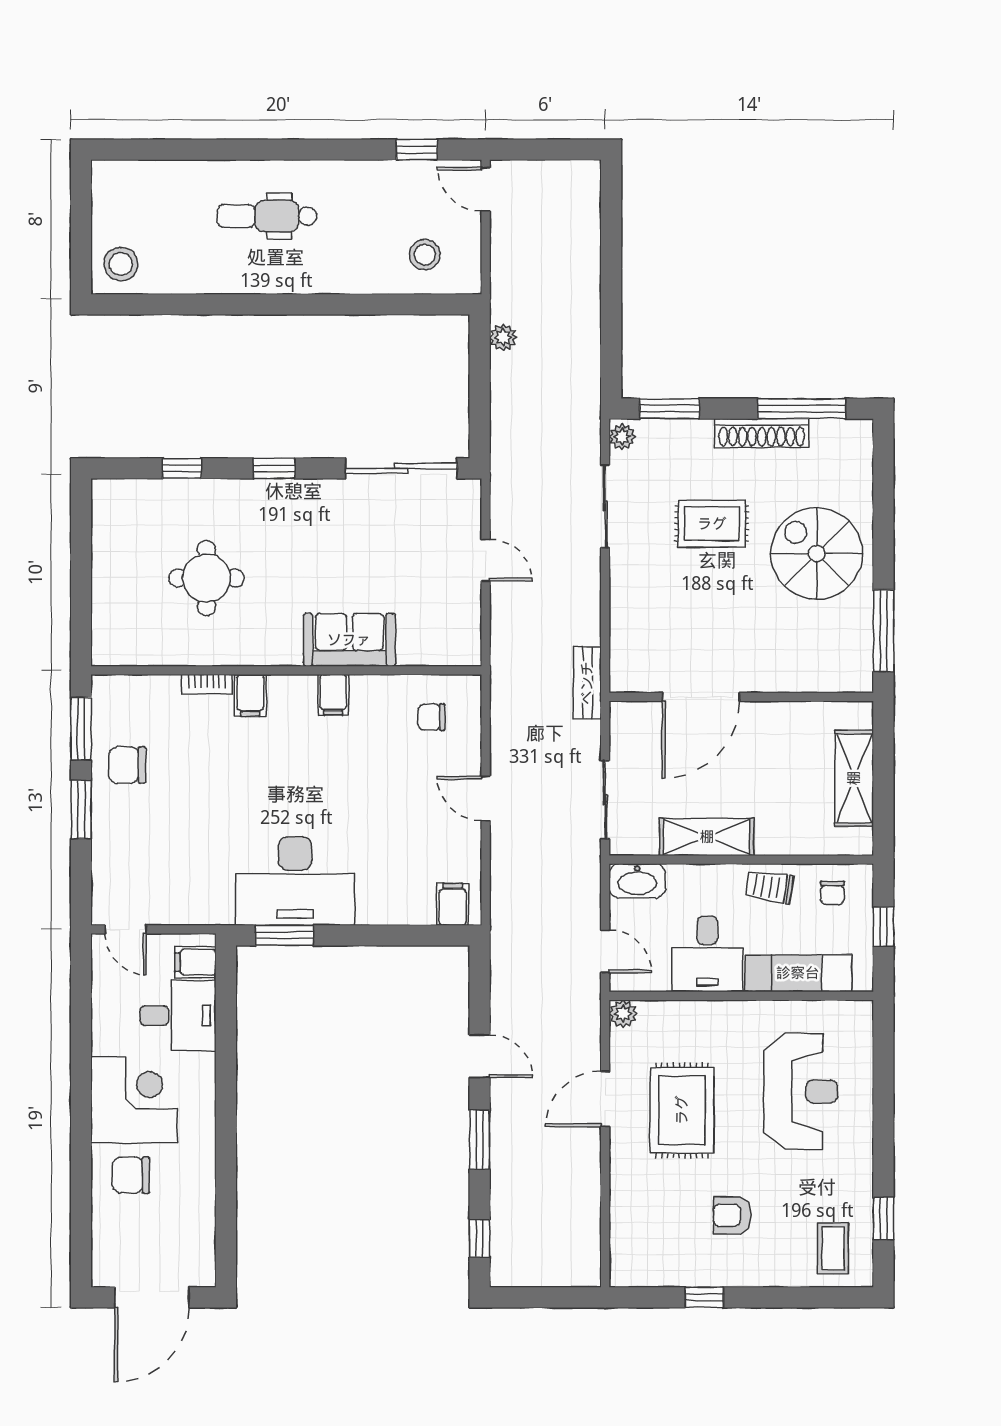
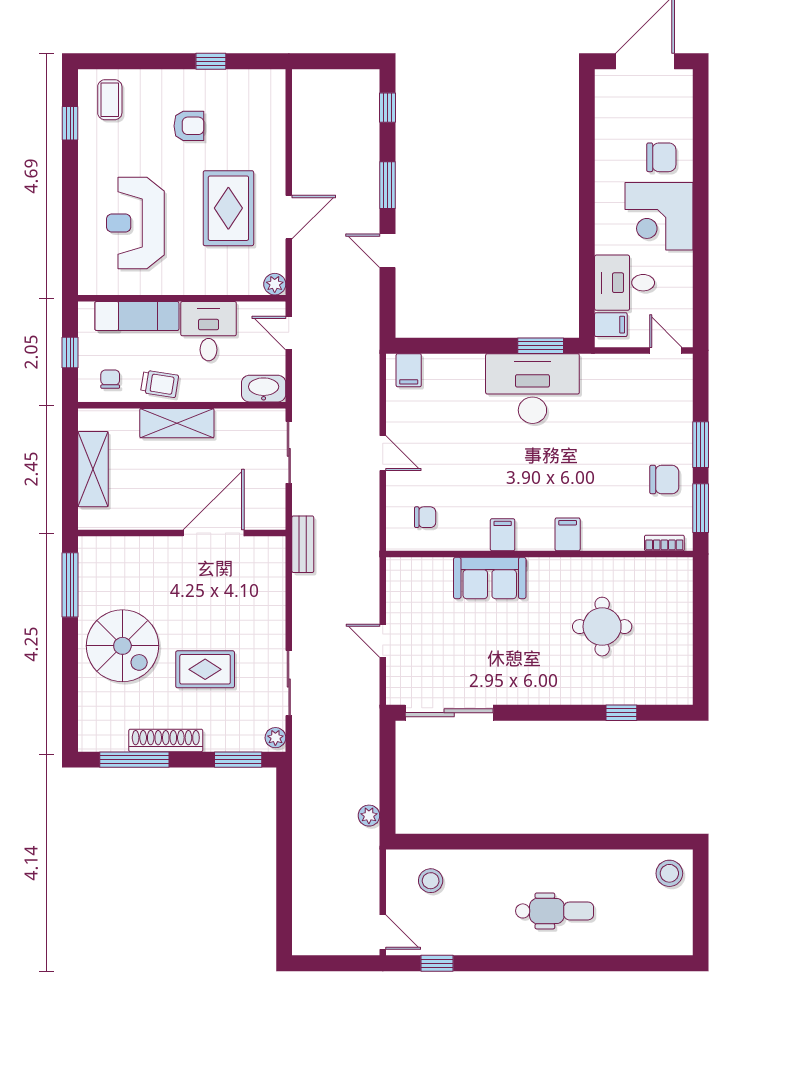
window: (274, 468) -> (549, 713), removed
bookcase: (207, 684) -> (664, 543), moved
shelving: (707, 837) -> (177, 423), moved

